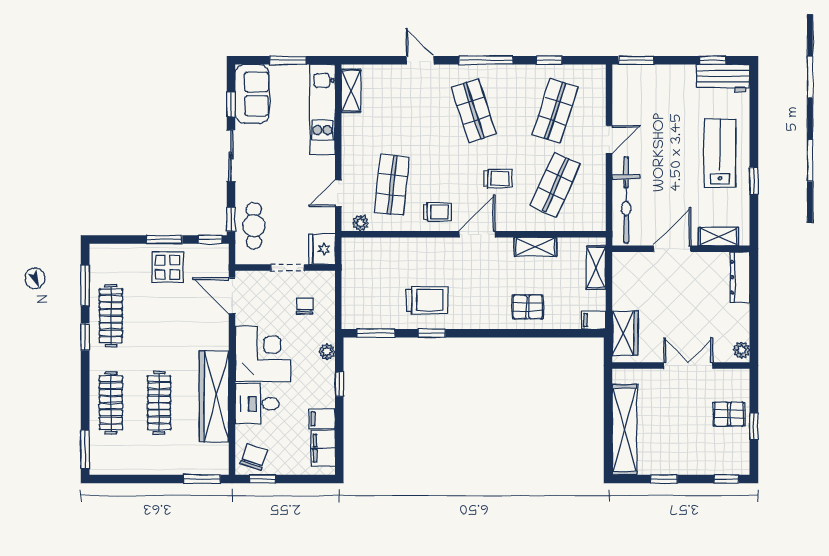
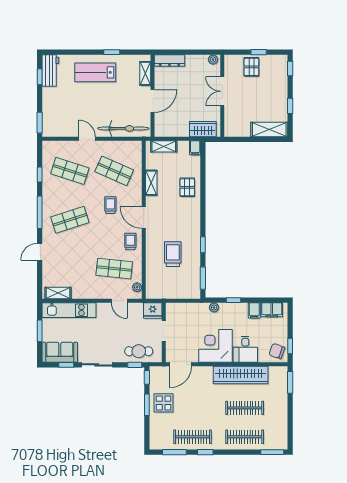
door: (672, 249) -> (153, 101), swing flipped
trolley: (427, 300) -> (173, 254), moved
chair: (305, 306) -> (187, 321), removed
shelving: (625, 430) -> (269, 129), width x0.68

